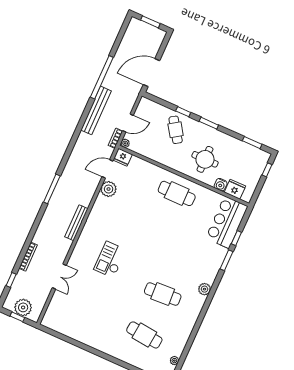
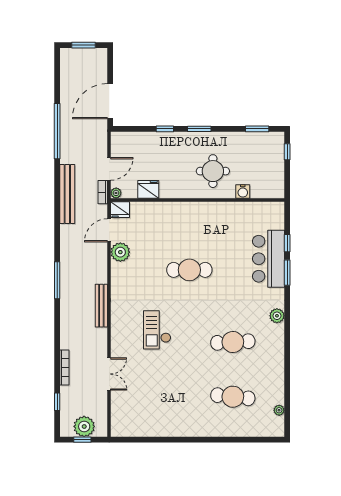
bench: (96, 110) -> (67, 194), moved
cafe table: (176, 130) -> (165, 153), removed
fridge: (235, 189) -> (148, 189), moved
cafe table: (177, 193) -> (189, 270), moved
bar counter: (227, 222) -> (269, 259), moved

